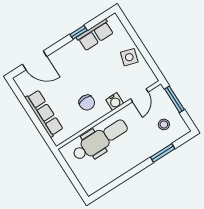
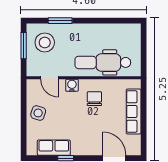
door: (139, 95) -> (49, 78), swing flipped
window: (174, 99) -> (24, 46), moved
stool: (164, 124) -> (45, 42), width x1.89, depth x1.89

